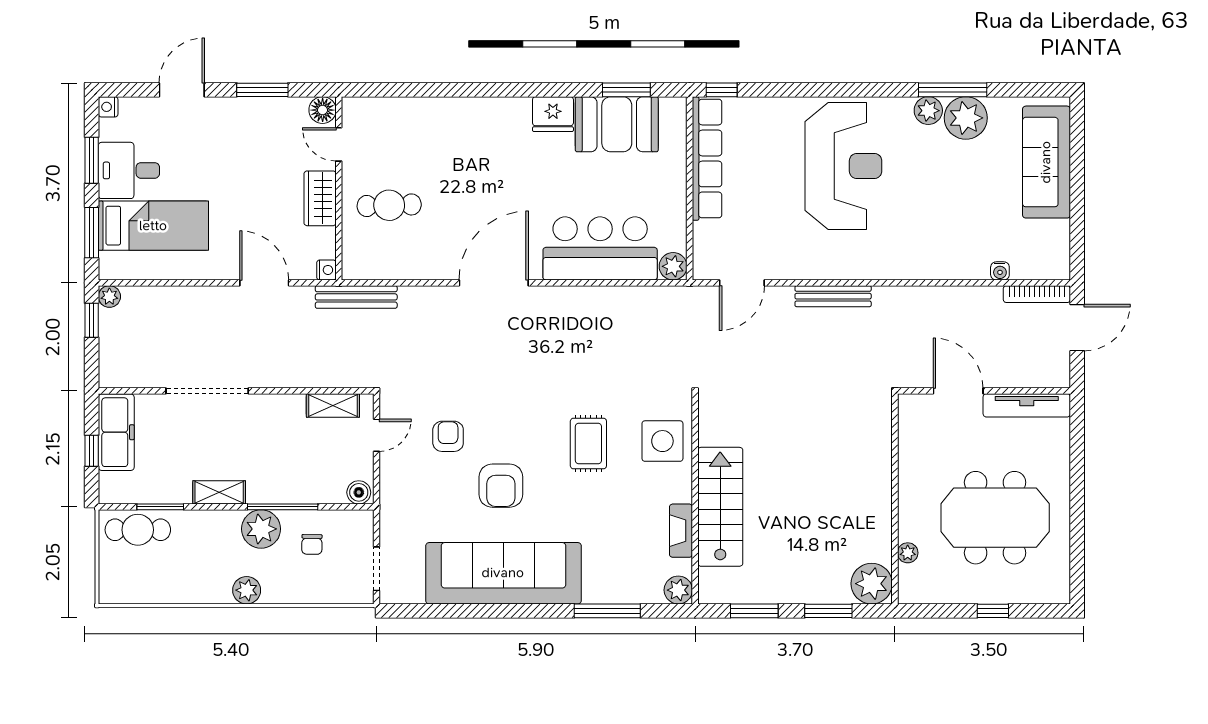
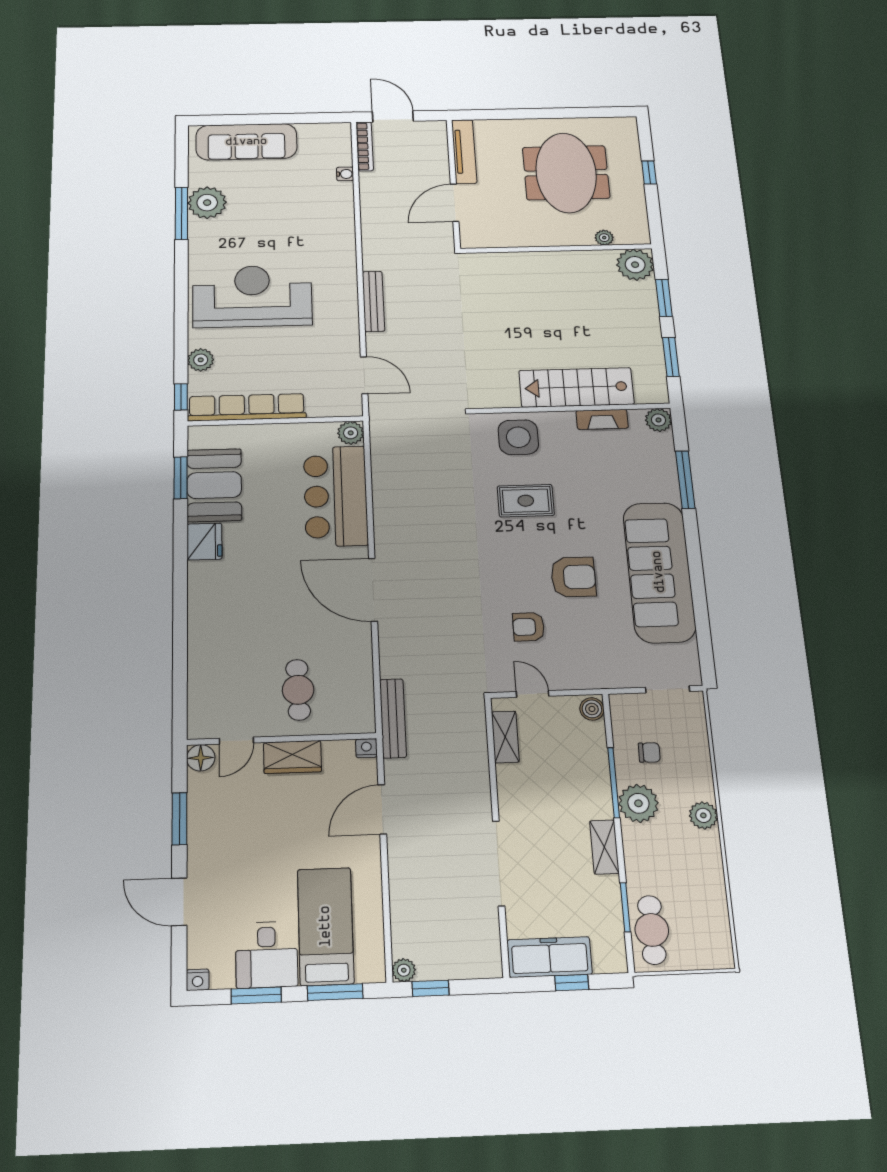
plant: (928, 111) -> (201, 360), moved

